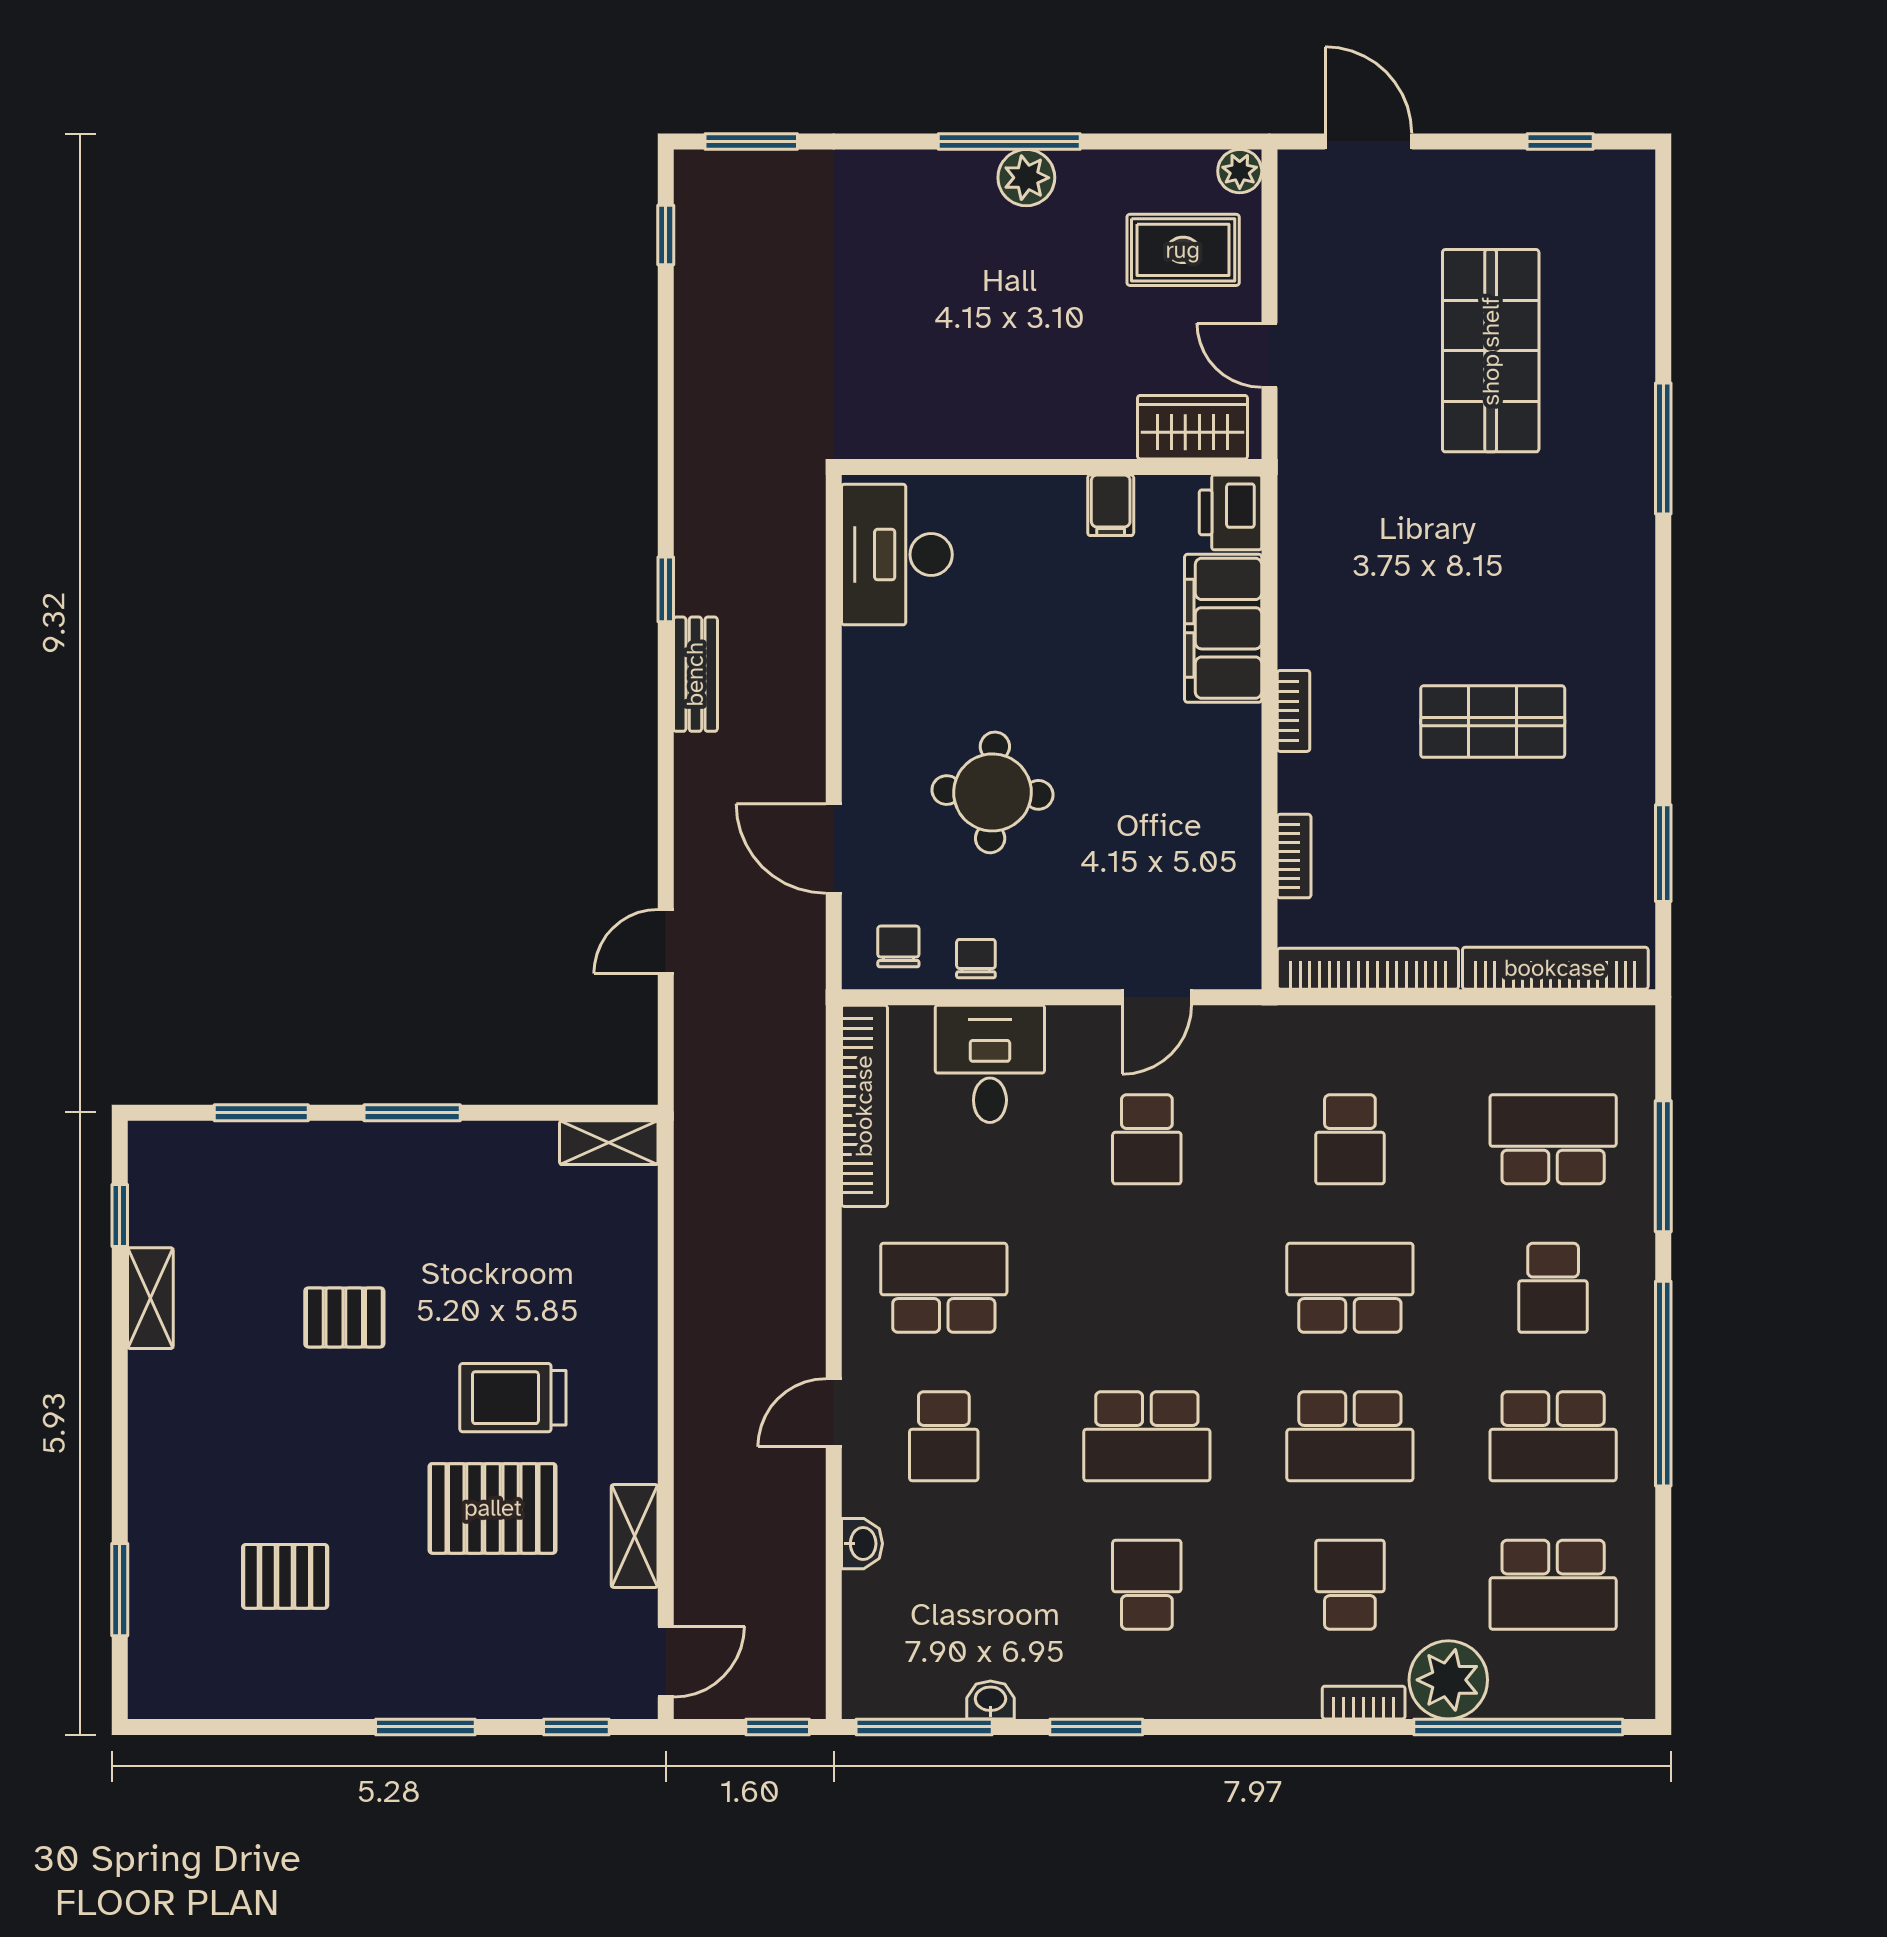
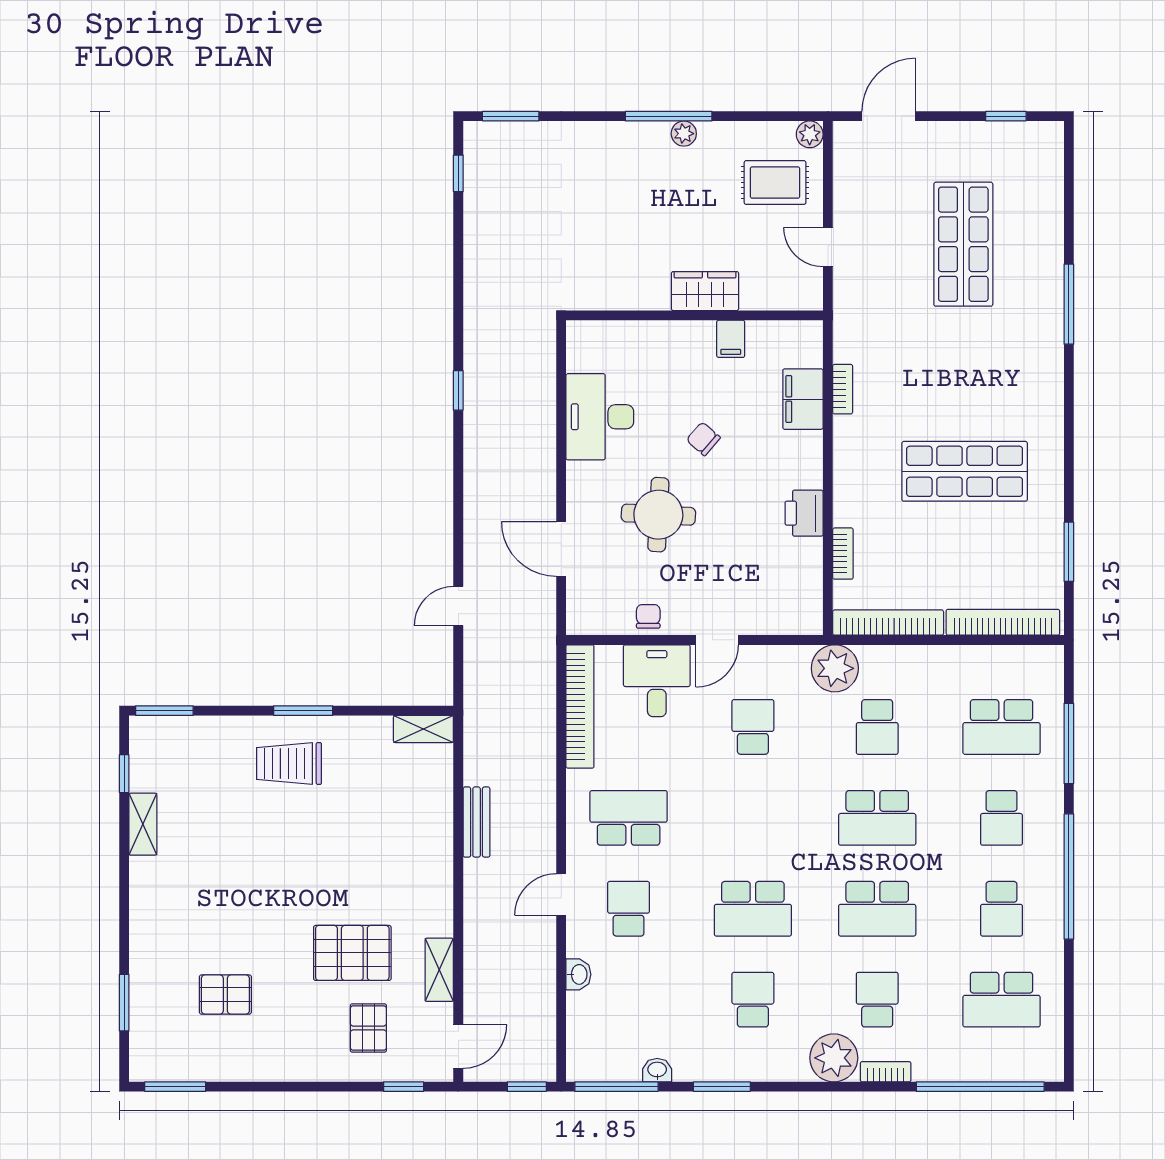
door: (1368, 141) -> (888, 116), hinge flipped
plant: (1026, 178) -> (684, 134), width x0.73, depth x0.73
wardrobe: (1192, 427) -> (705, 291), moved
printer: (1230, 512) -> (804, 513), moved
desk: (897, 555) -> (600, 417), moved
filing cabinet: (1223, 628) -> (803, 399), width x0.67, depth x0.86
bench: (695, 674) -> (477, 822), moved
bookcase: (1294, 711) -> (843, 389), moved
shop shelf: (1493, 722) -> (965, 471), width x1.43, depth x1.36
chair: (898, 946) -> (703, 439), moved, turned -49
door: (1157, 997) -> (717, 640), moved
plant: (1281, 1043) -> (835, 668), added
window: (261, 1113) -> (164, 711), moved
school desk: (1147, 1139) -> (753, 727), turned 180
school desk: (1553, 1139) -> (1002, 727), turned 180
school desk: (1350, 1288) -> (877, 818), turned 180
pallet: (344, 1317) -> (368, 1028), moved, turned 90
trolley: (513, 1398) -> (289, 764), moved
school desk: (944, 1436) -> (629, 909), turned 180
school desk: (1553, 1436) -> (1002, 909), width x0.54
plant: (1448, 1680) -> (834, 1058), moved
window: (425, 1727) -> (175, 1087), moved

